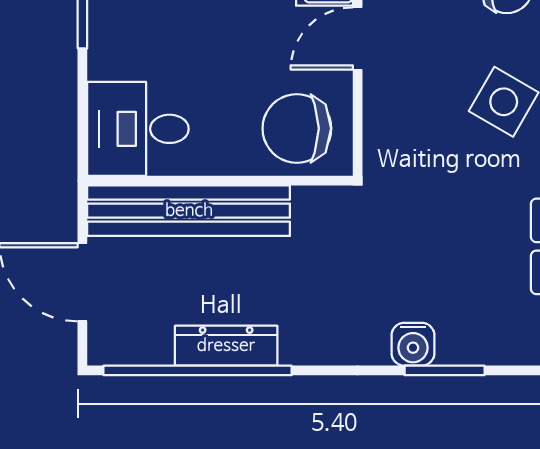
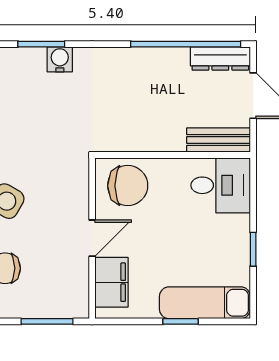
bench: (189, 211) -> (218, 140), width x0.54, depth x0.82
dresser: (226, 346) -> (220, 59), moved

